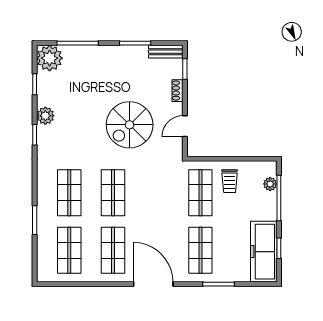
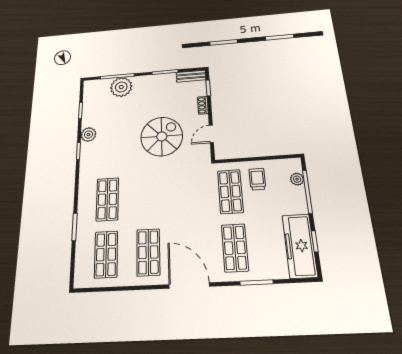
plant: (50, 58) -> (121, 87), moved
spiral stairs: (130, 125) -> (162, 136), turned 180
trolley: (230, 181) -> (257, 179), turned 180
shop shelf: (113, 193) -> (148, 197), removed

